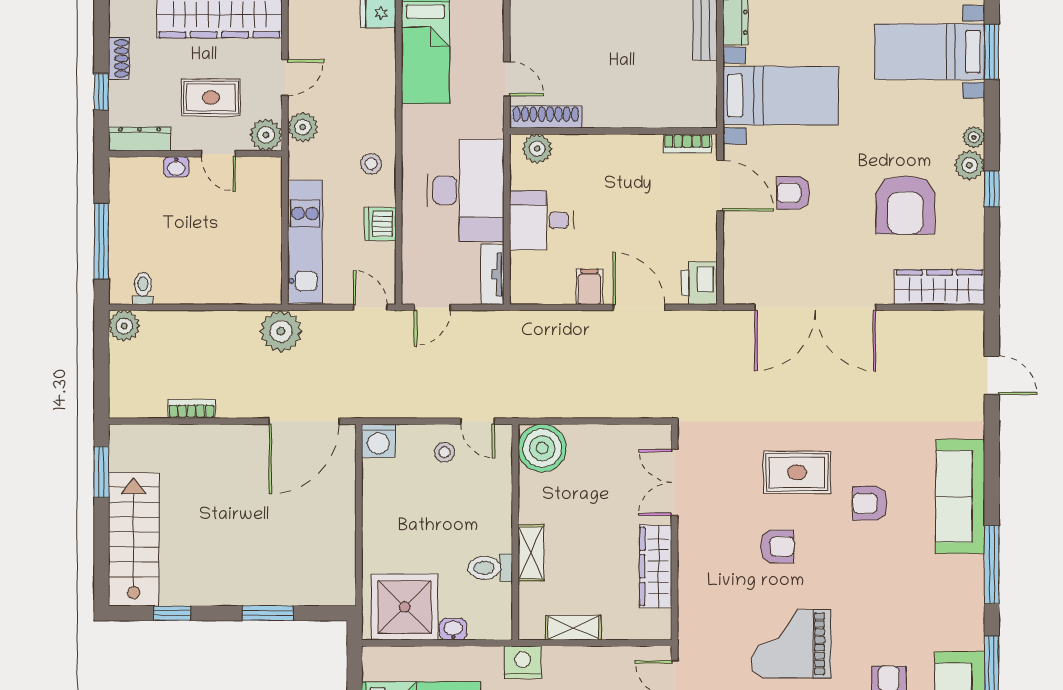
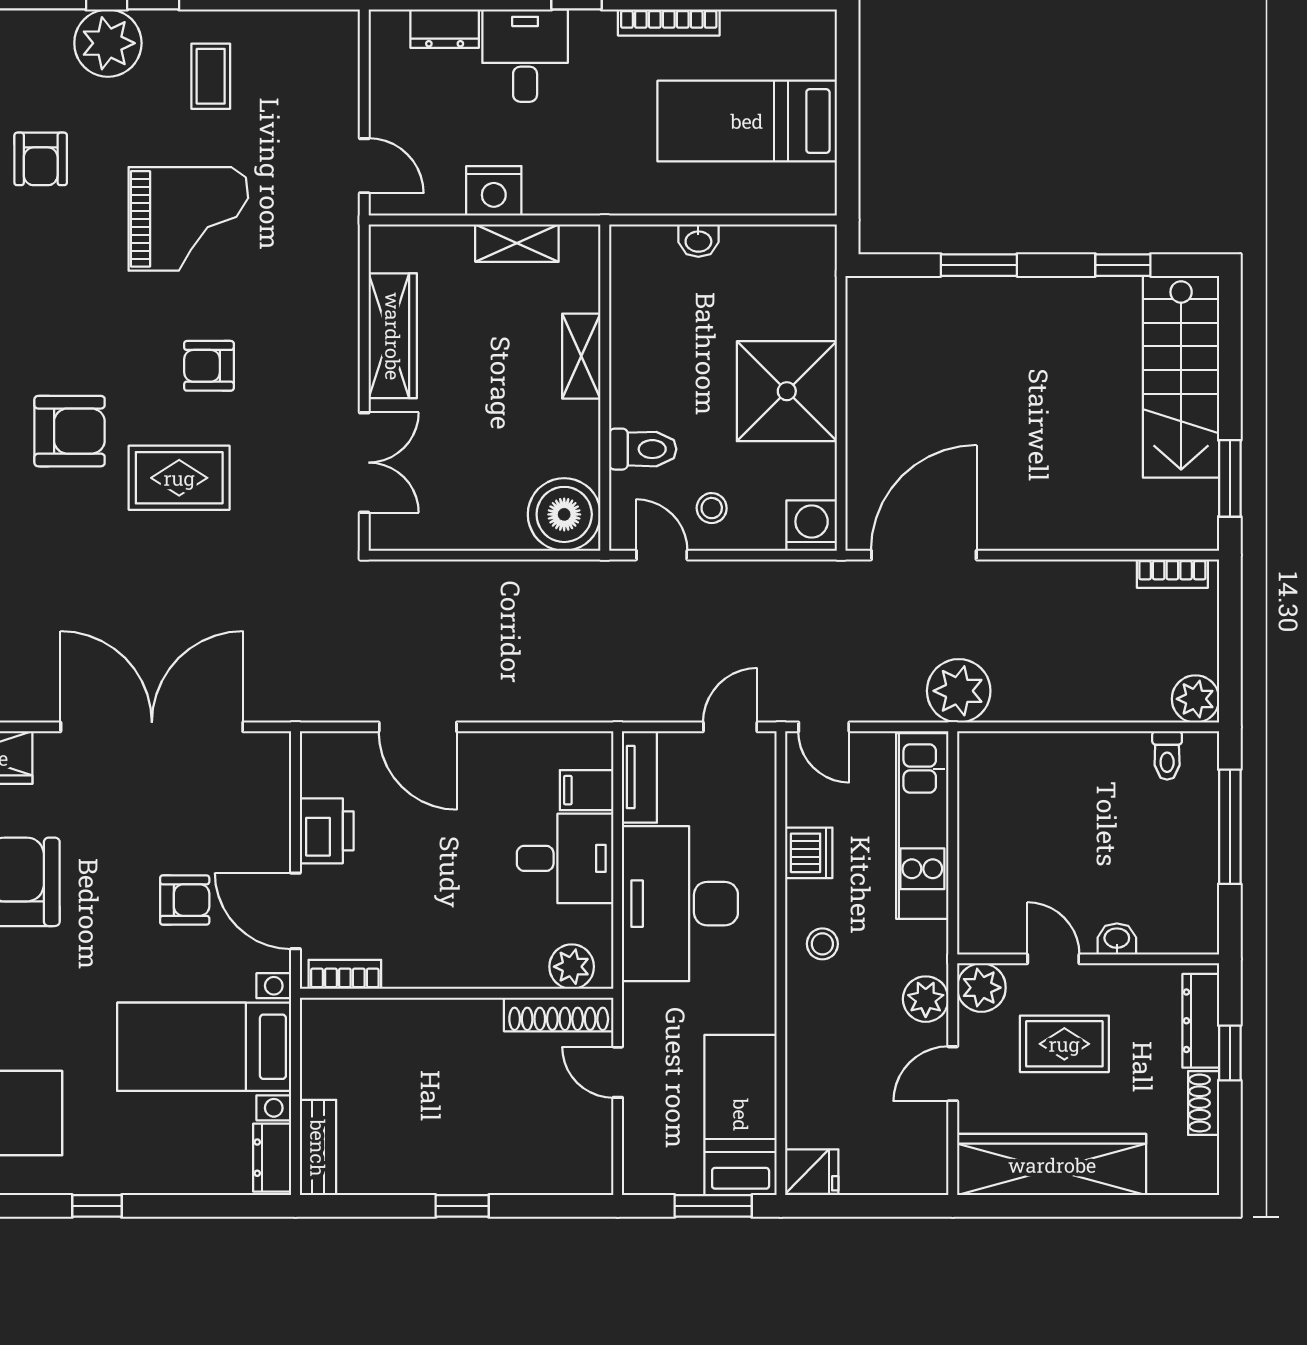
dresser: (140, 139) -> (1201, 1021), moved, turned 90
printer: (699, 283) -> (327, 831), moved
filing cabinet: (589, 287) -> (587, 790), moved, turned 90
bookcase: (191, 409) -> (1172, 574), moved
armchair: (870, 503) -> (70, 431), width x1.38, depth x1.38
toilet: (490, 568) -> (643, 449), moved
shower: (405, 607) -> (787, 391), moved
nightstand: (523, 662) -> (494, 191), moved

